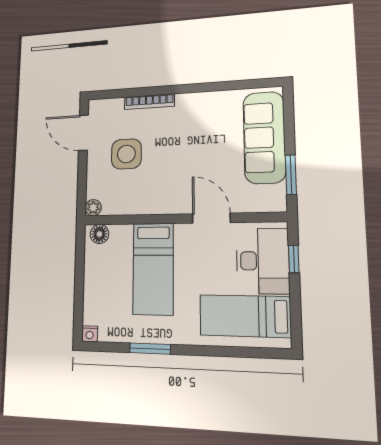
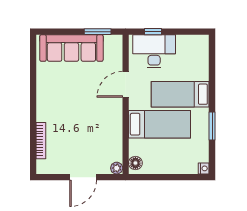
bookcase: (149, 102) -> (41, 141), moved
door: (83, 133) -> (83, 177), moved
side table: (126, 154) -> (79, 144), removed
bed: (245, 316) -> (180, 94), moved, turned 90

